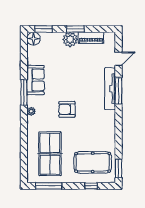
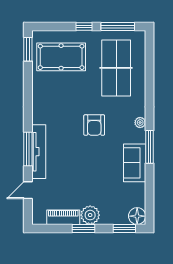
armchair: (67, 109) -> (94, 125), turned 90
window: (91, 186) -> (84, 27), moved

